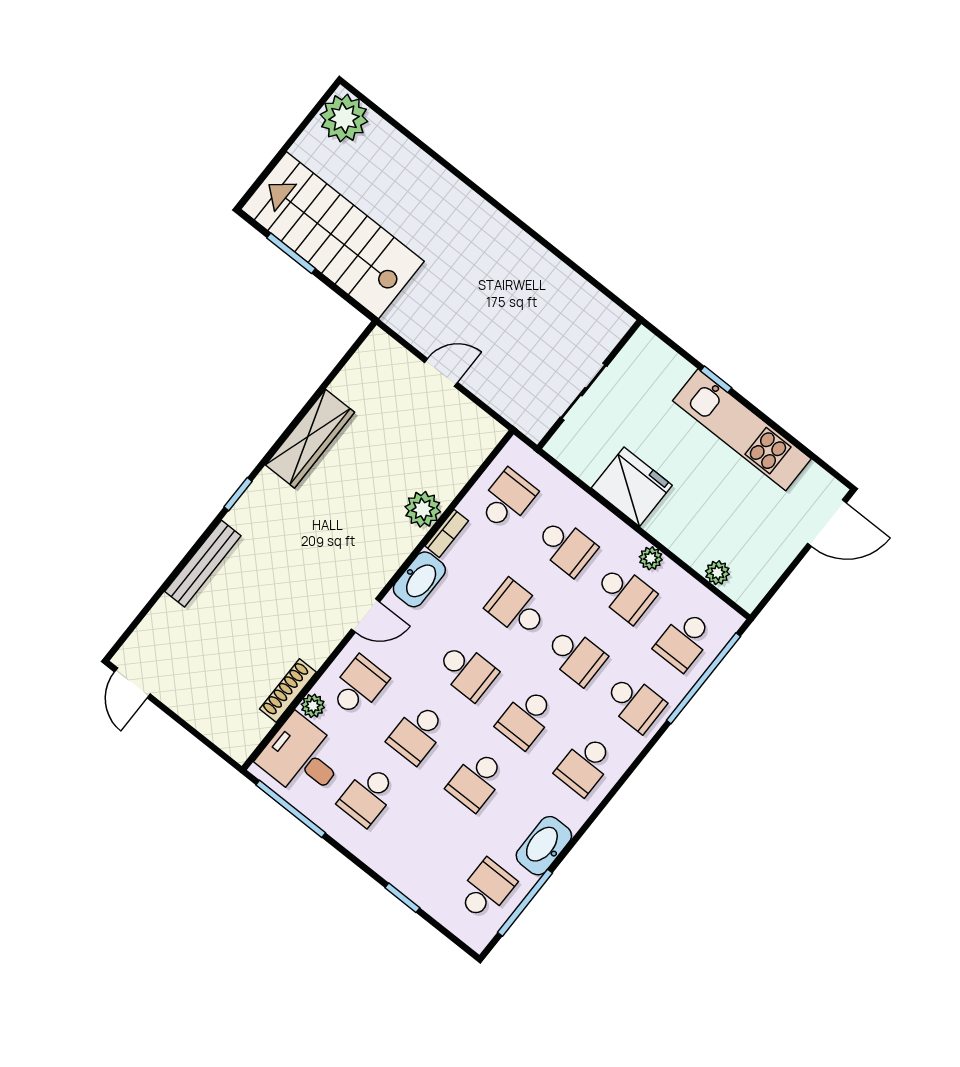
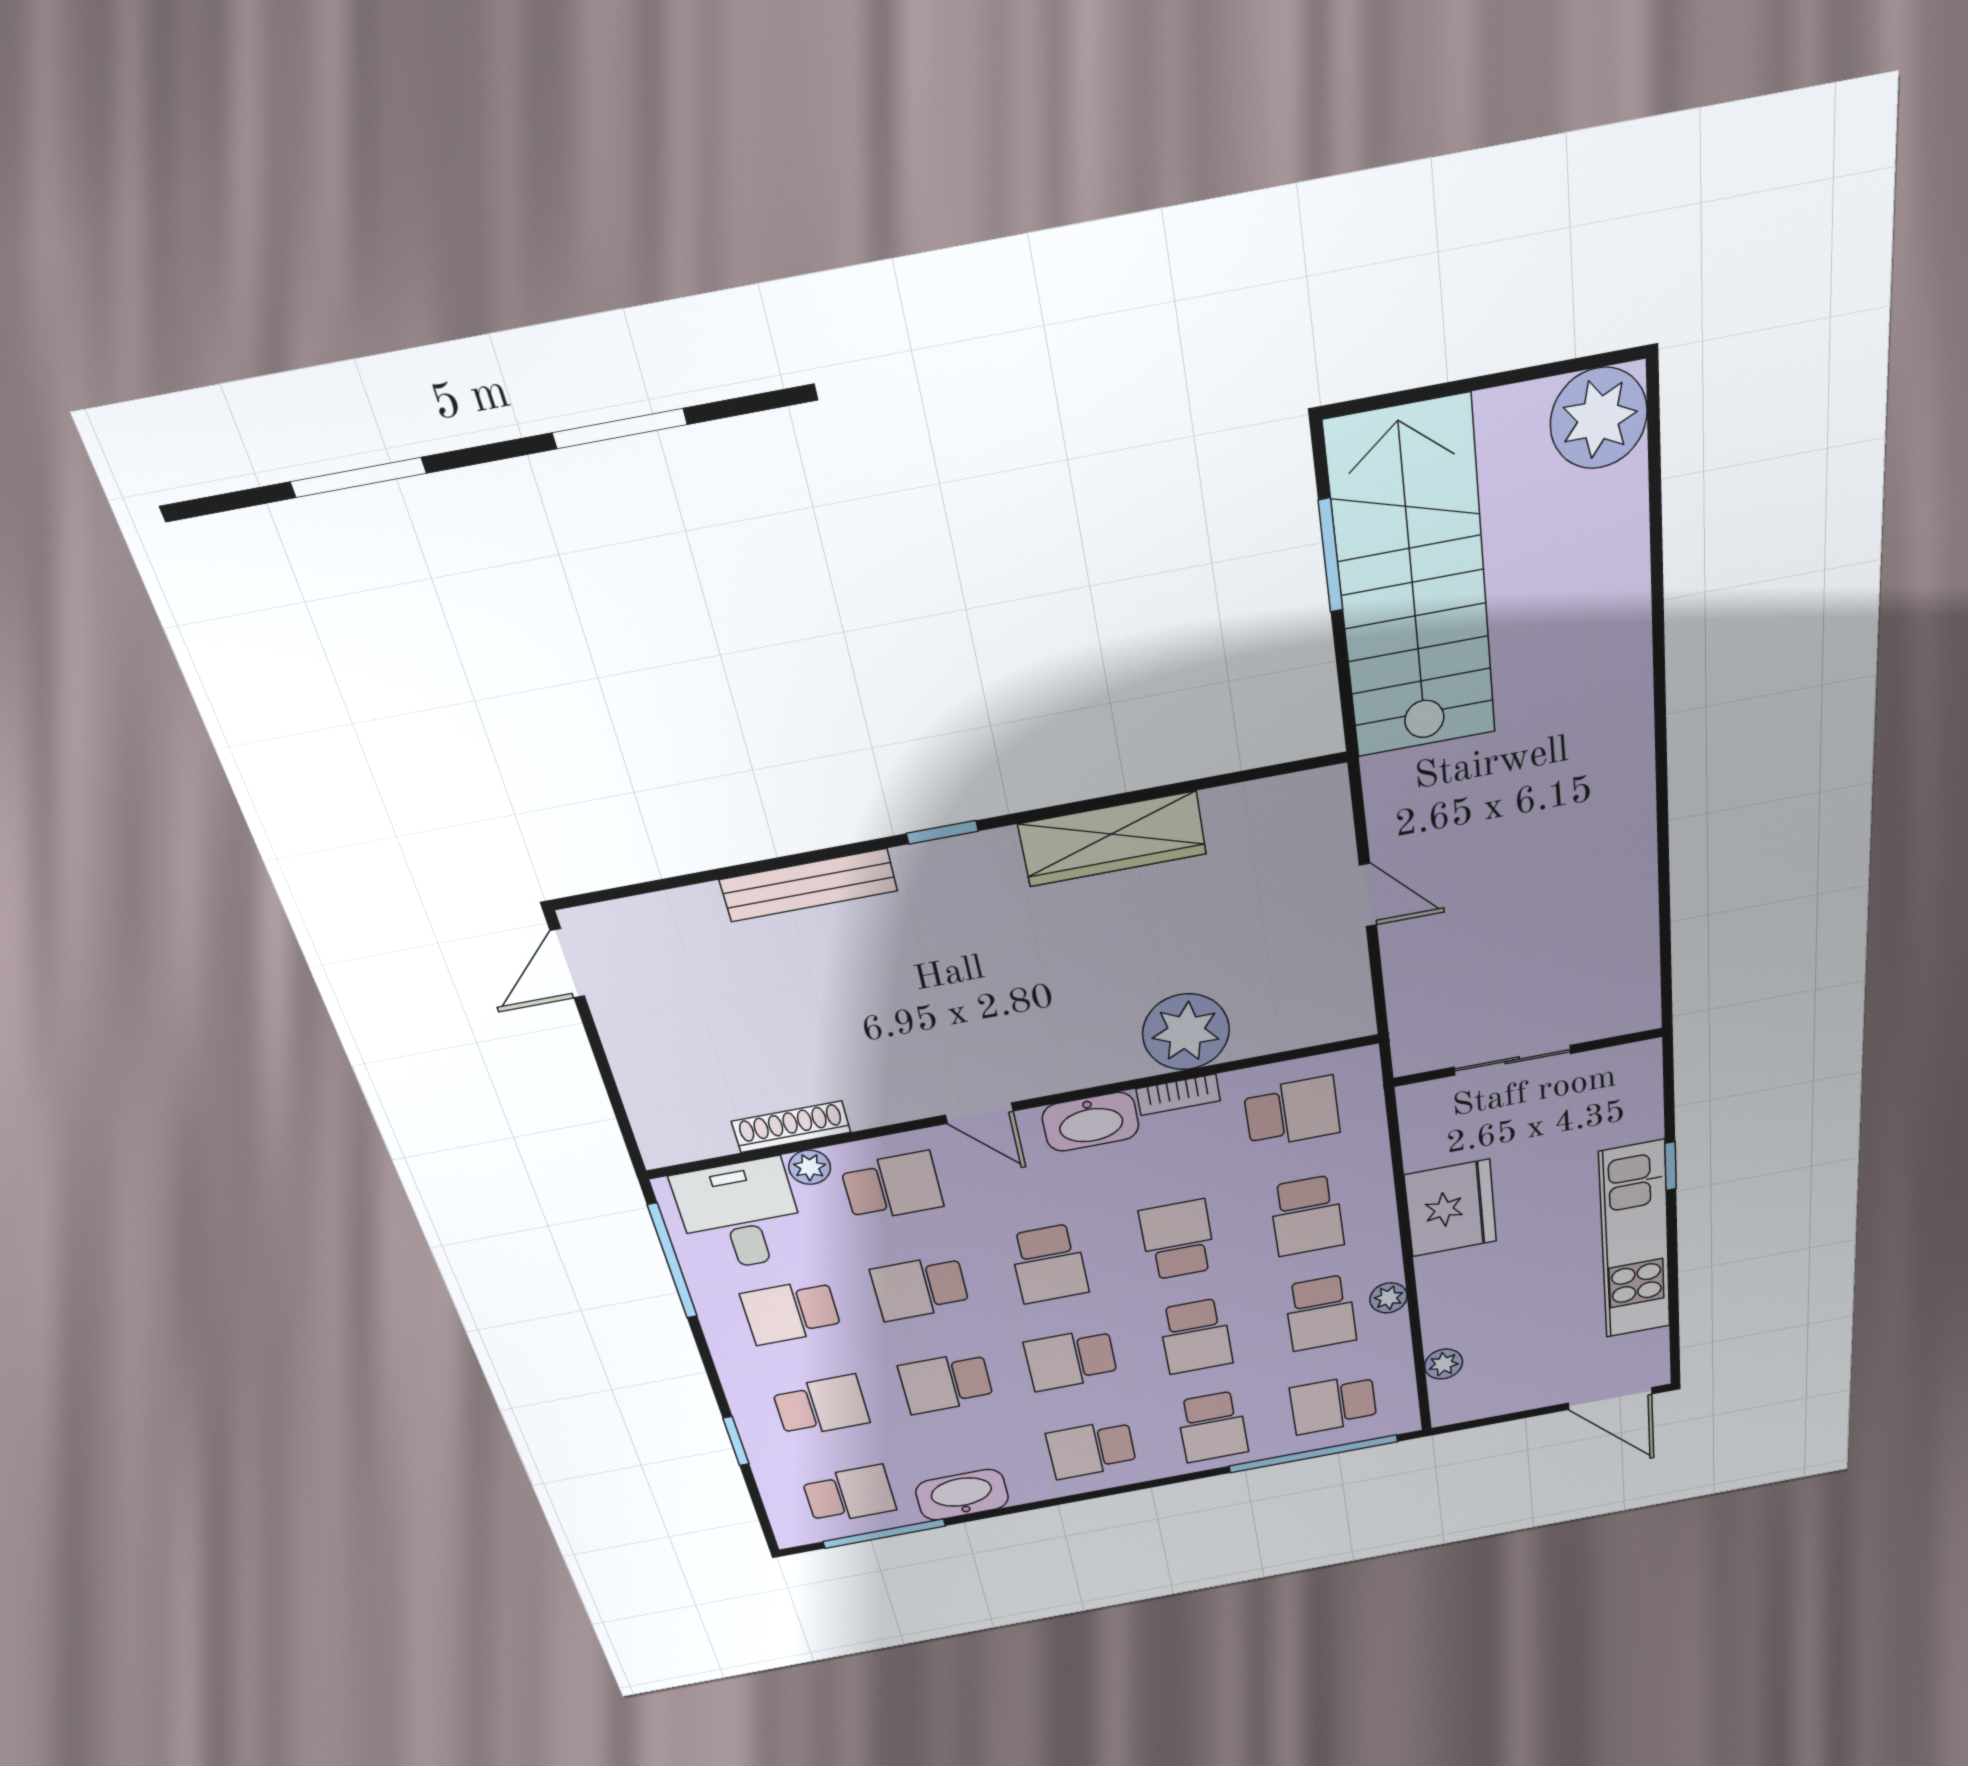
plant: (423, 509) -> (1186, 1032), width x1.36, depth x1.36
school desk: (427, 843) -> (821, 1406), added

